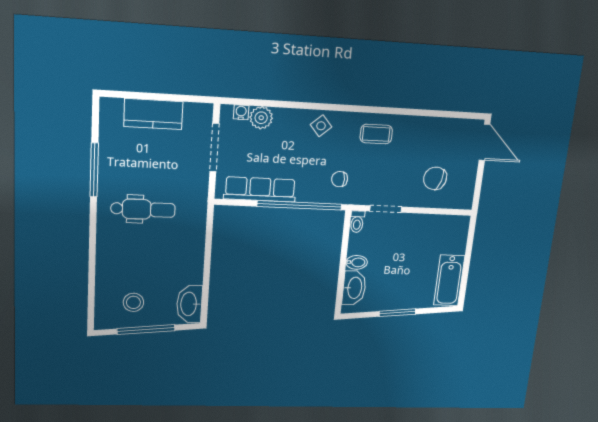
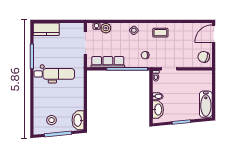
kitchen counter: (153, 114) -> (46, 29), moved
door: (484, 142) -> (214, 34), swing flipped
chair: (435, 178) -> (204, 57), moved
dental chair: (143, 209) -> (54, 74), width x1.36, depth x1.38

